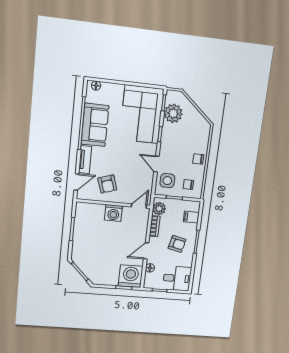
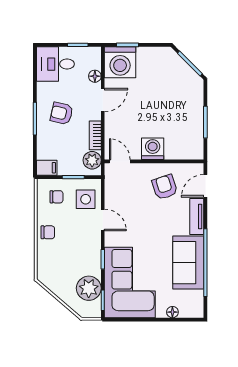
floor lamp: (96, 86) -> (172, 312), moved
door: (139, 206) -> (120, 161), swing flipped
filing cabinet: (191, 217) -> (47, 168), moved

